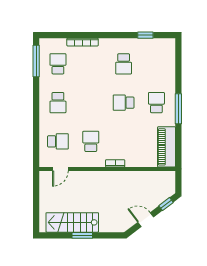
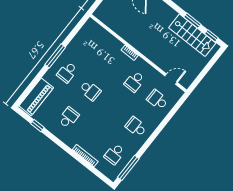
school desk: (58, 103) -> (136, 127), turned -90
piano: (167, 147) -> (36, 97), moved
window: (55, 235) -> (211, 36), added

